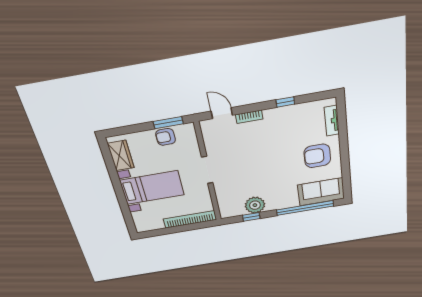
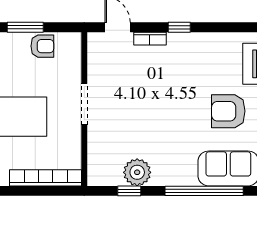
window: (285, 102) -> (179, 27), moved
window: (168, 123) -> (25, 27), moved
armchair: (166, 137) -> (42, 46), turned 180

